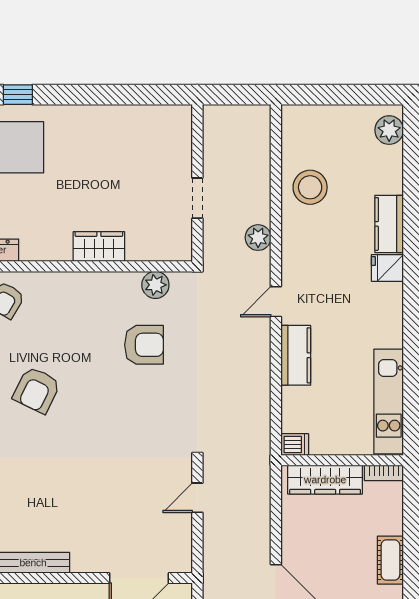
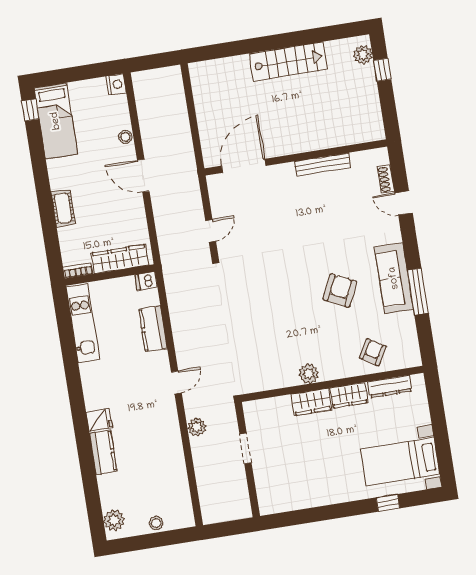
stool: (310, 187) -> (156, 523), moved, width x0.53, depth x0.53
wardrobe: (47, 247) -> (349, 395), added
plant: (155, 285) -> (309, 374), moved
armchair: (144, 345) -> (267, 336), removed
kitchen counter: (296, 355) -> (153, 329), moved

